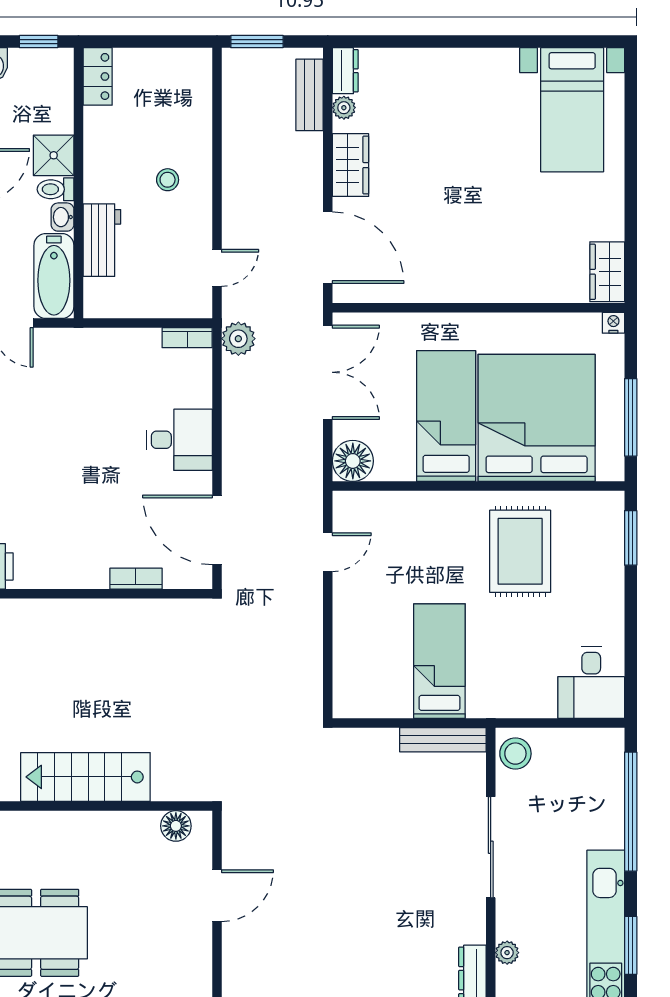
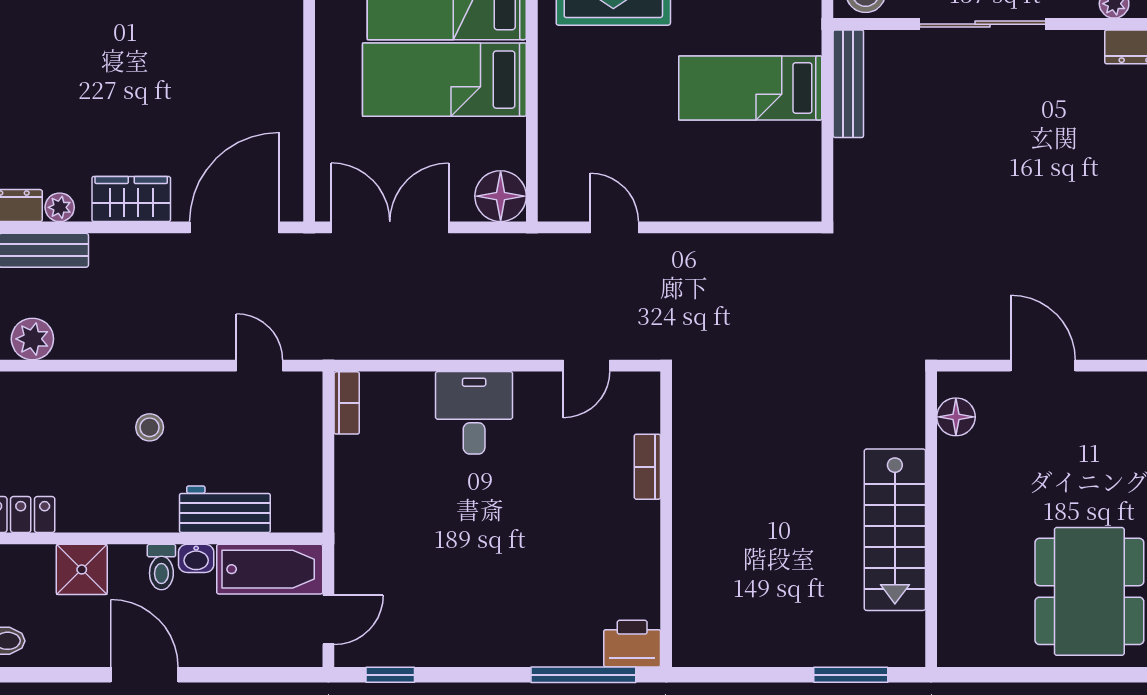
shower: (54, 155) -> (82, 569), moved
plant: (238, 339) -> (32, 339), moved
door: (217, 530) -> (587, 366), width x0.53

